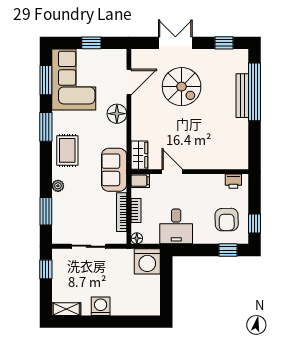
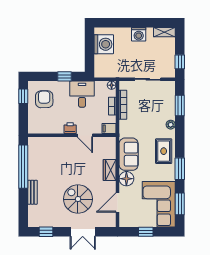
window: (255, 92) -> (23, 167), moved
bench: (242, 96) -> (32, 192), width x0.73
wardrobe: (139, 155) -> (110, 170), moved
sofa: (114, 170) -> (129, 154), moved
printer: (233, 181) -> (70, 128), moved
window: (228, 250) -> (64, 76), moved
washing machine: (147, 261) -> (104, 44), moved, turned 90

